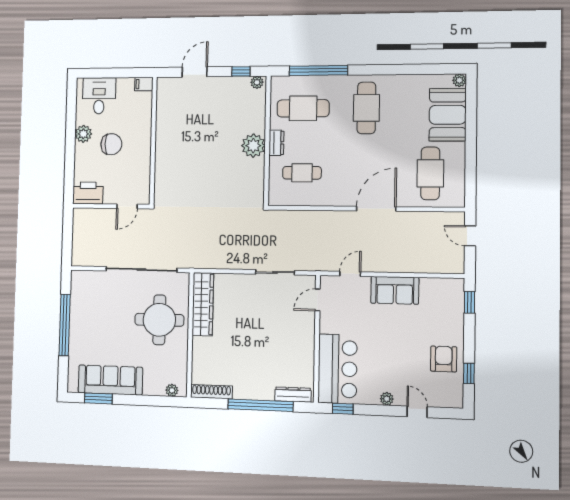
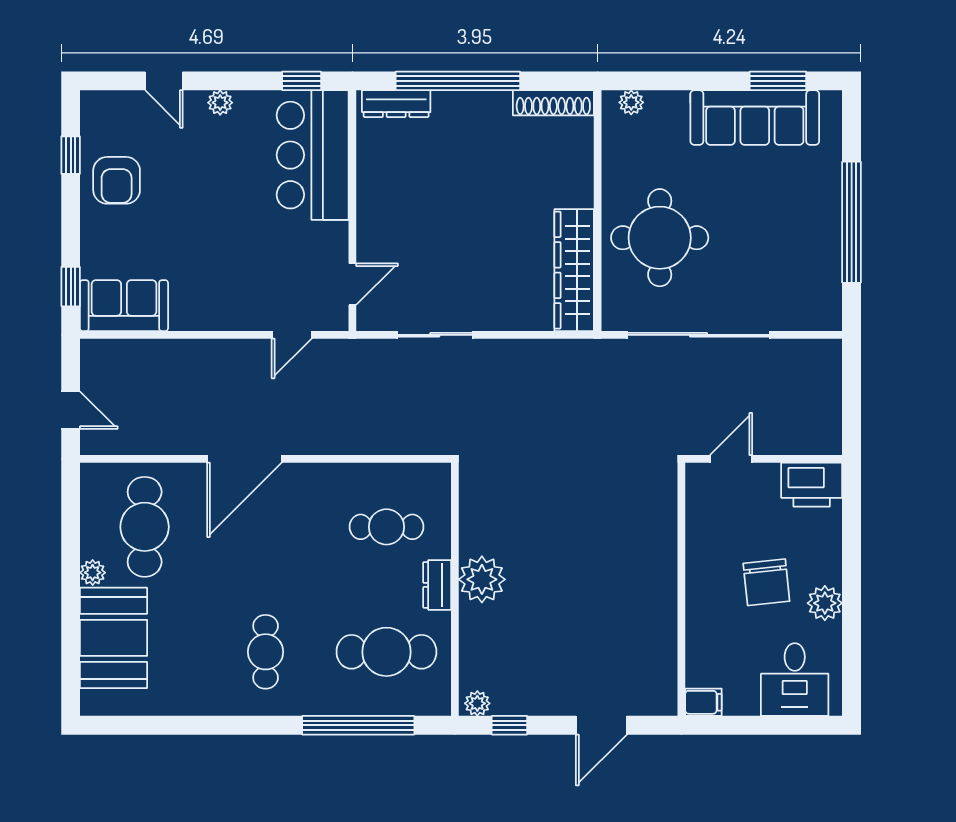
plant: (459, 80) -> (93, 573), moved
cafe table: (366, 108) -> (266, 652), width x0.73, depth x0.74
chair: (111, 144) -> (766, 582), turned -96
sofa: (395, 290) -> (124, 306), moved

